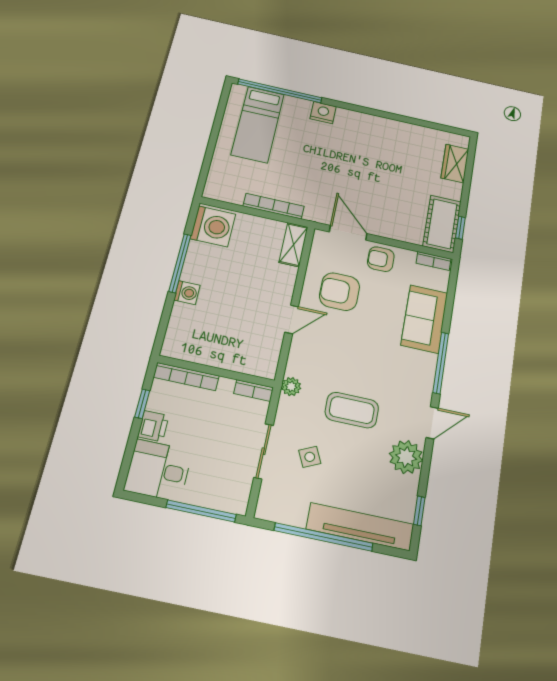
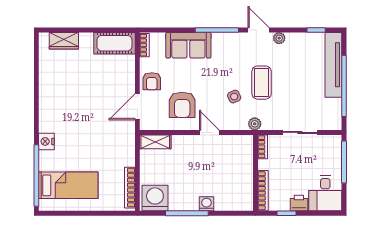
bookcase: (274, 206) -> (130, 188), moved
window: (460, 228) -> (114, 30), removed
side table: (310, 457) -> (234, 97), moved
plant: (406, 457) -> (279, 38), width x0.53, depth x0.53

